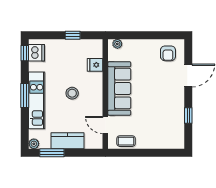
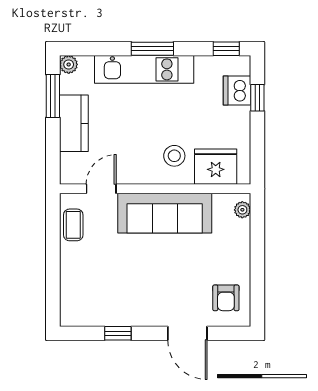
window: (73, 35) -> (257, 98), moved
dishwasher: (36, 53) -> (237, 90), moved, turned 90
armchair: (168, 53) -> (226, 298), turned -90
fridge: (95, 65) -> (216, 167), width x1.88, depth x1.34
stool: (72, 93) -> (174, 156), moved

